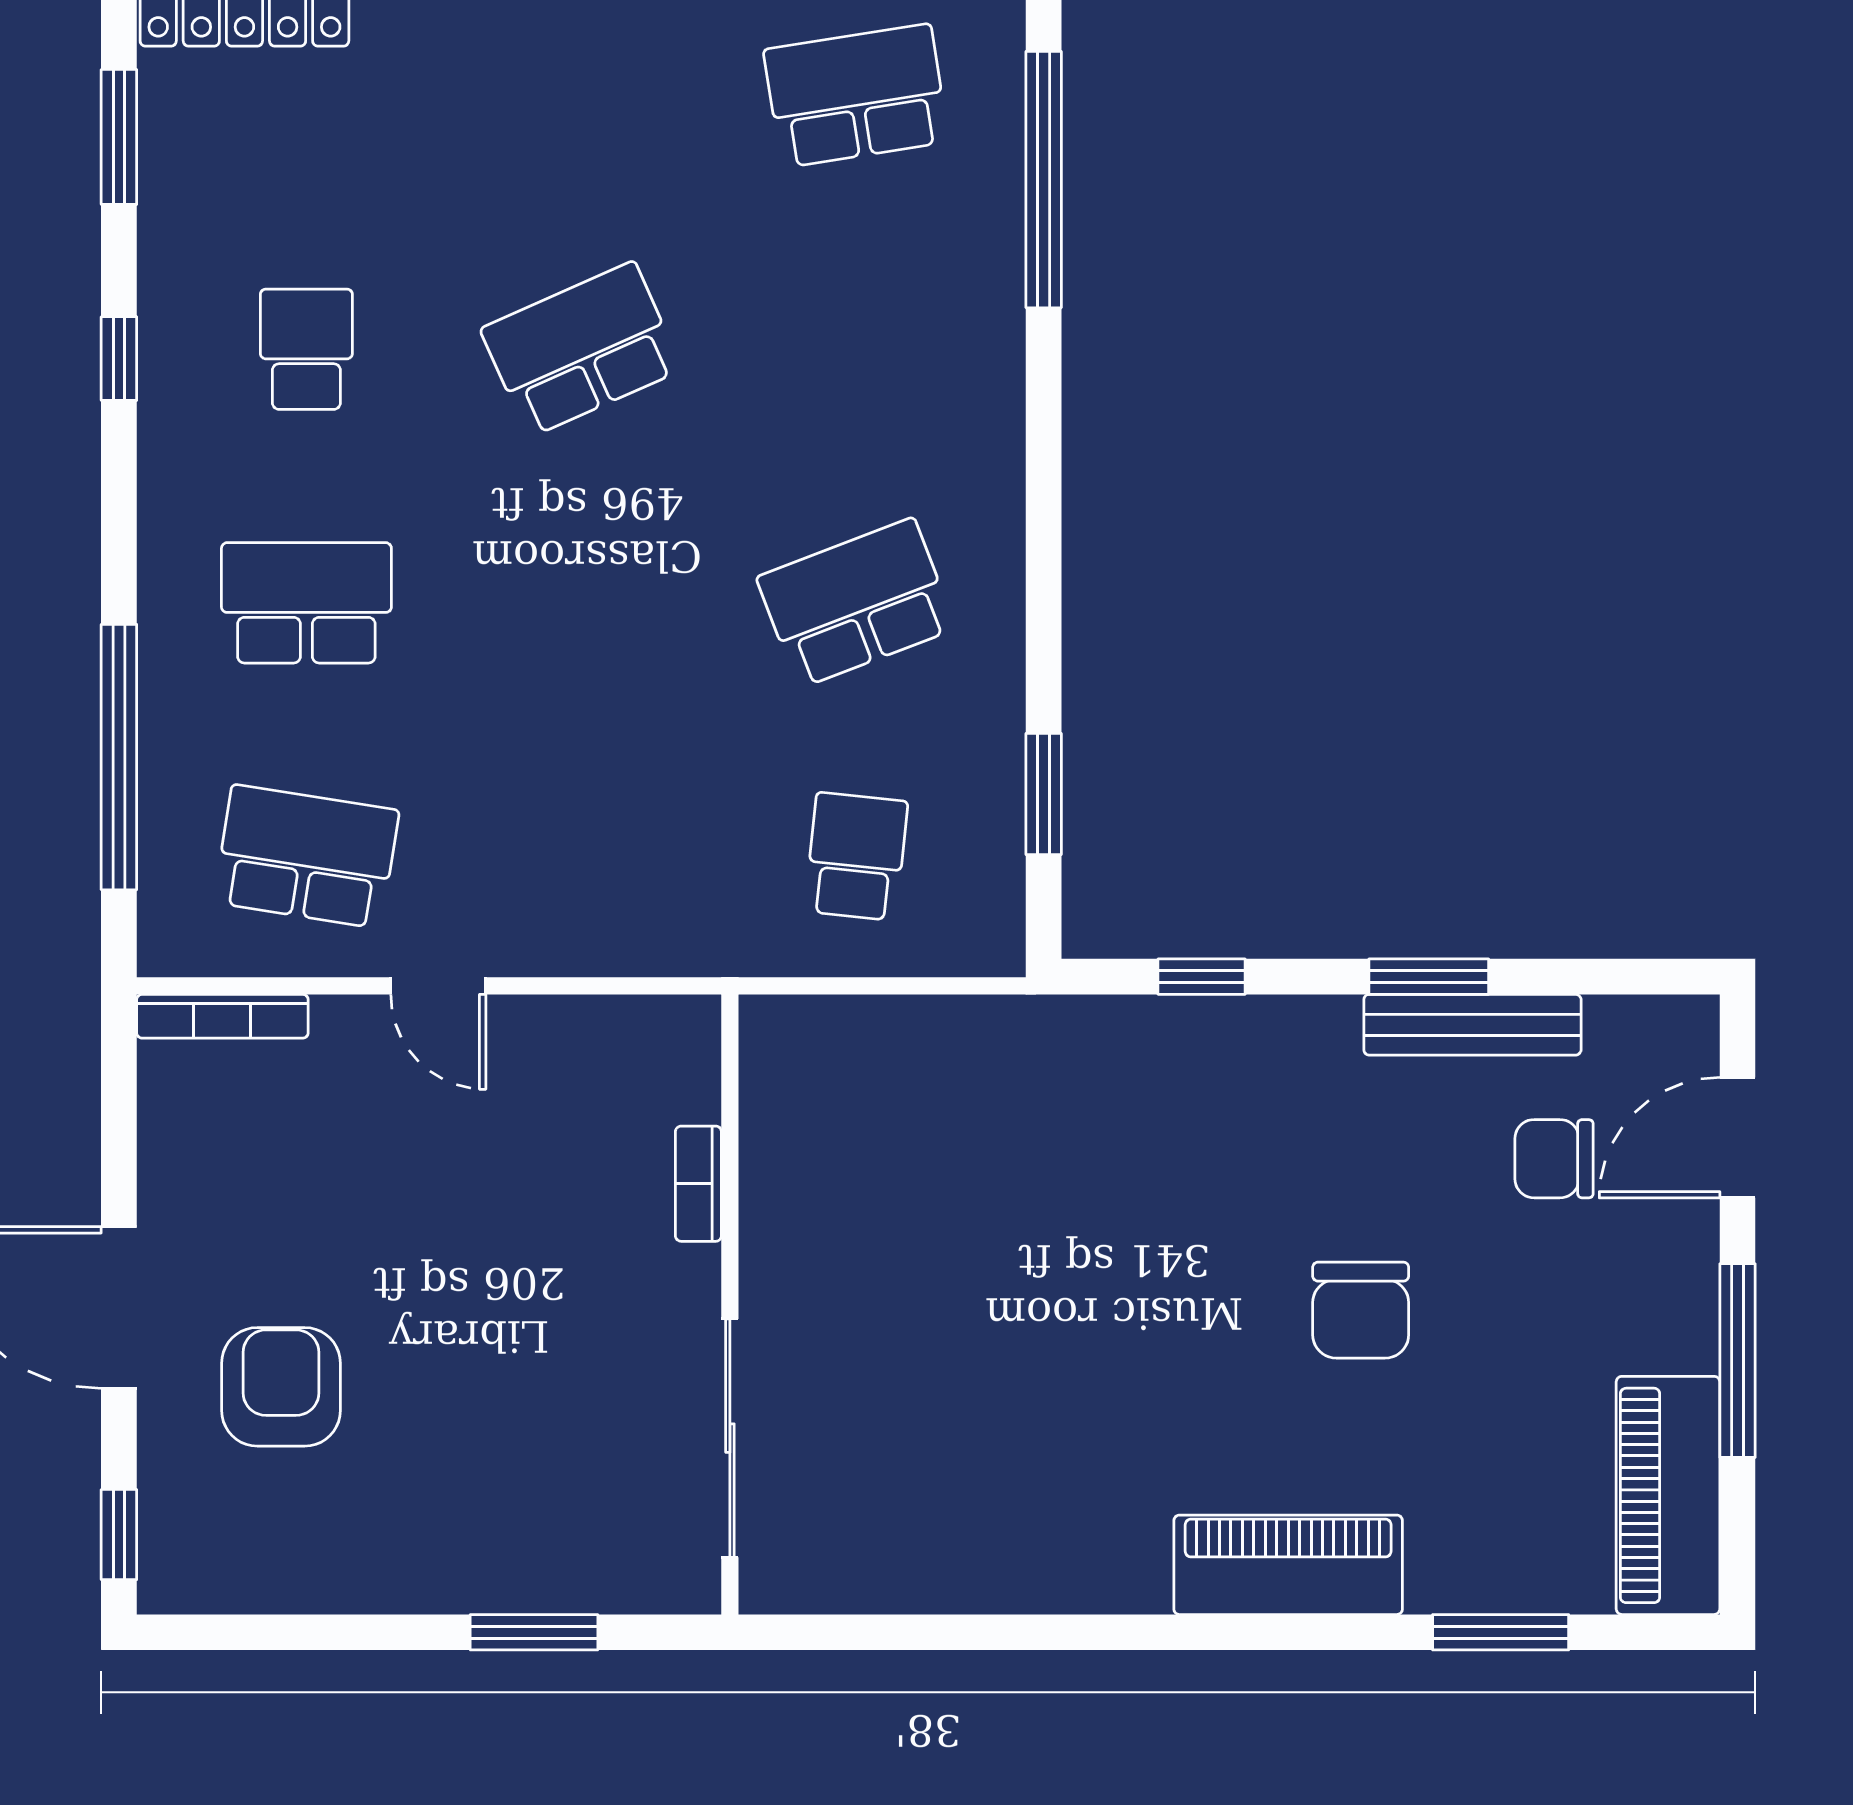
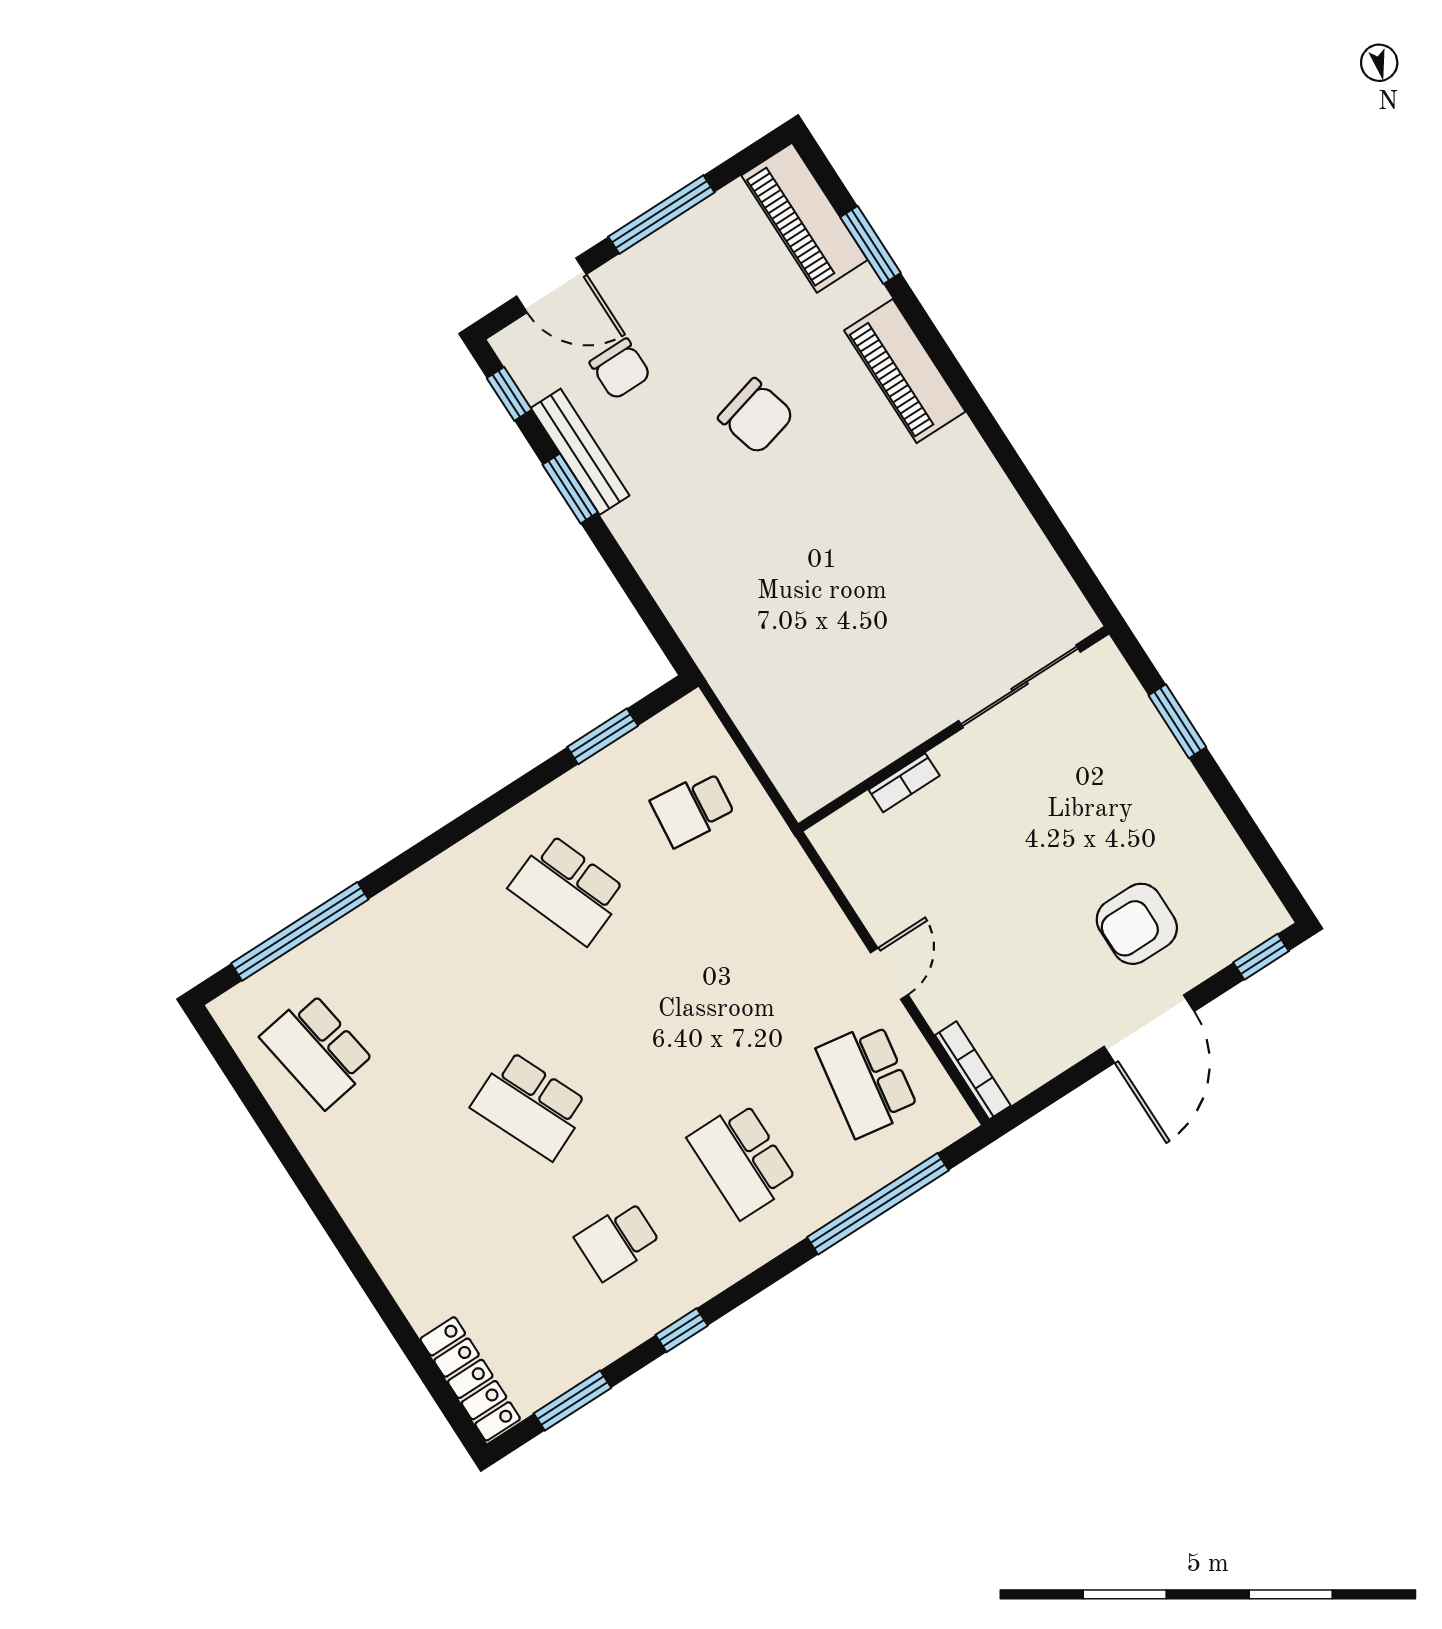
window: (1202, 977) -> (509, 394), moved
chair: (1361, 1310) -> (756, 416), turned 75
piano: (1668, 1495) -> (804, 218), moved, turned 90

